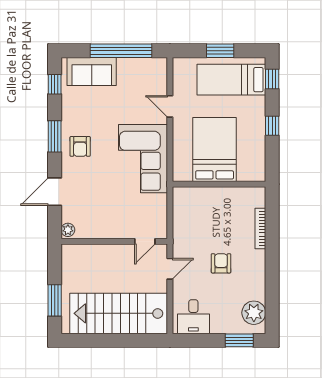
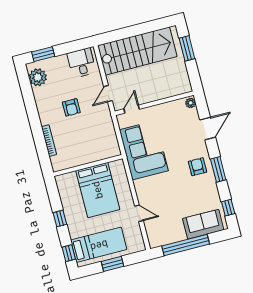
corner sofa: (143, 159) -> (144, 150), moved

